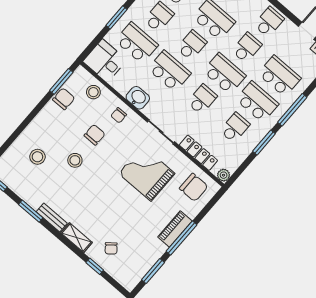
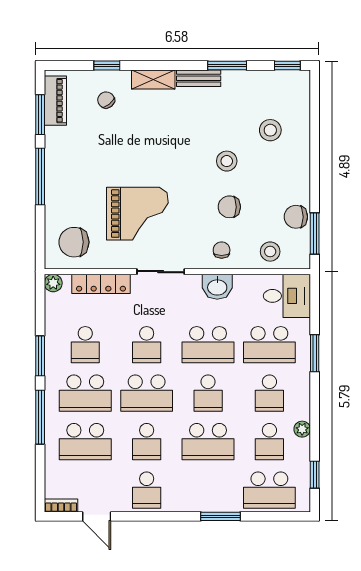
chair: (64, 99) -> (296, 217), turned 90
chair: (95, 135) -> (229, 207), turned 90
piano: (175, 229) -> (55, 101), moved

